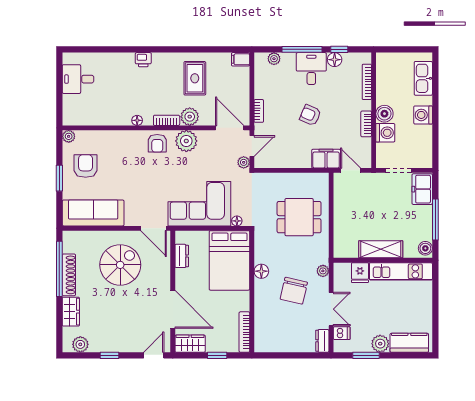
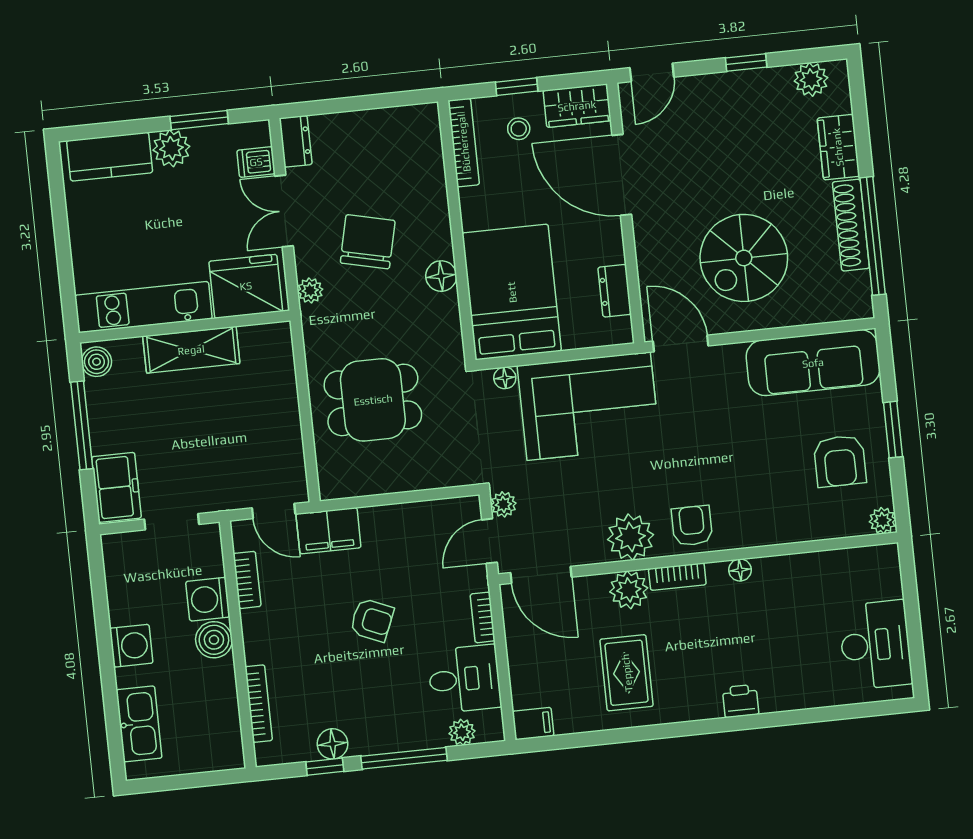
desk: (311, 69) -> (464, 679), moved, turned -90
desk: (78, 79) -> (875, 645), width x1.37
bookcase: (366, 124) -> (247, 580), moved
fridge: (360, 273) -> (246, 286), width x1.88, depth x1.34
stool: (218, 336) -> (519, 129), added

